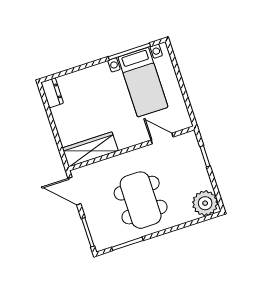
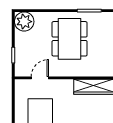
door: (162, 138) -> (40, 78), swing flipped

